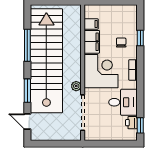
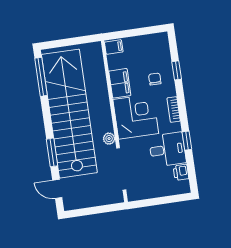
filing cabinet: (91, 24) -> (114, 47), moved
window: (27, 45) -> (41, 77), moved
window: (140, 125) -> (187, 141), moved

